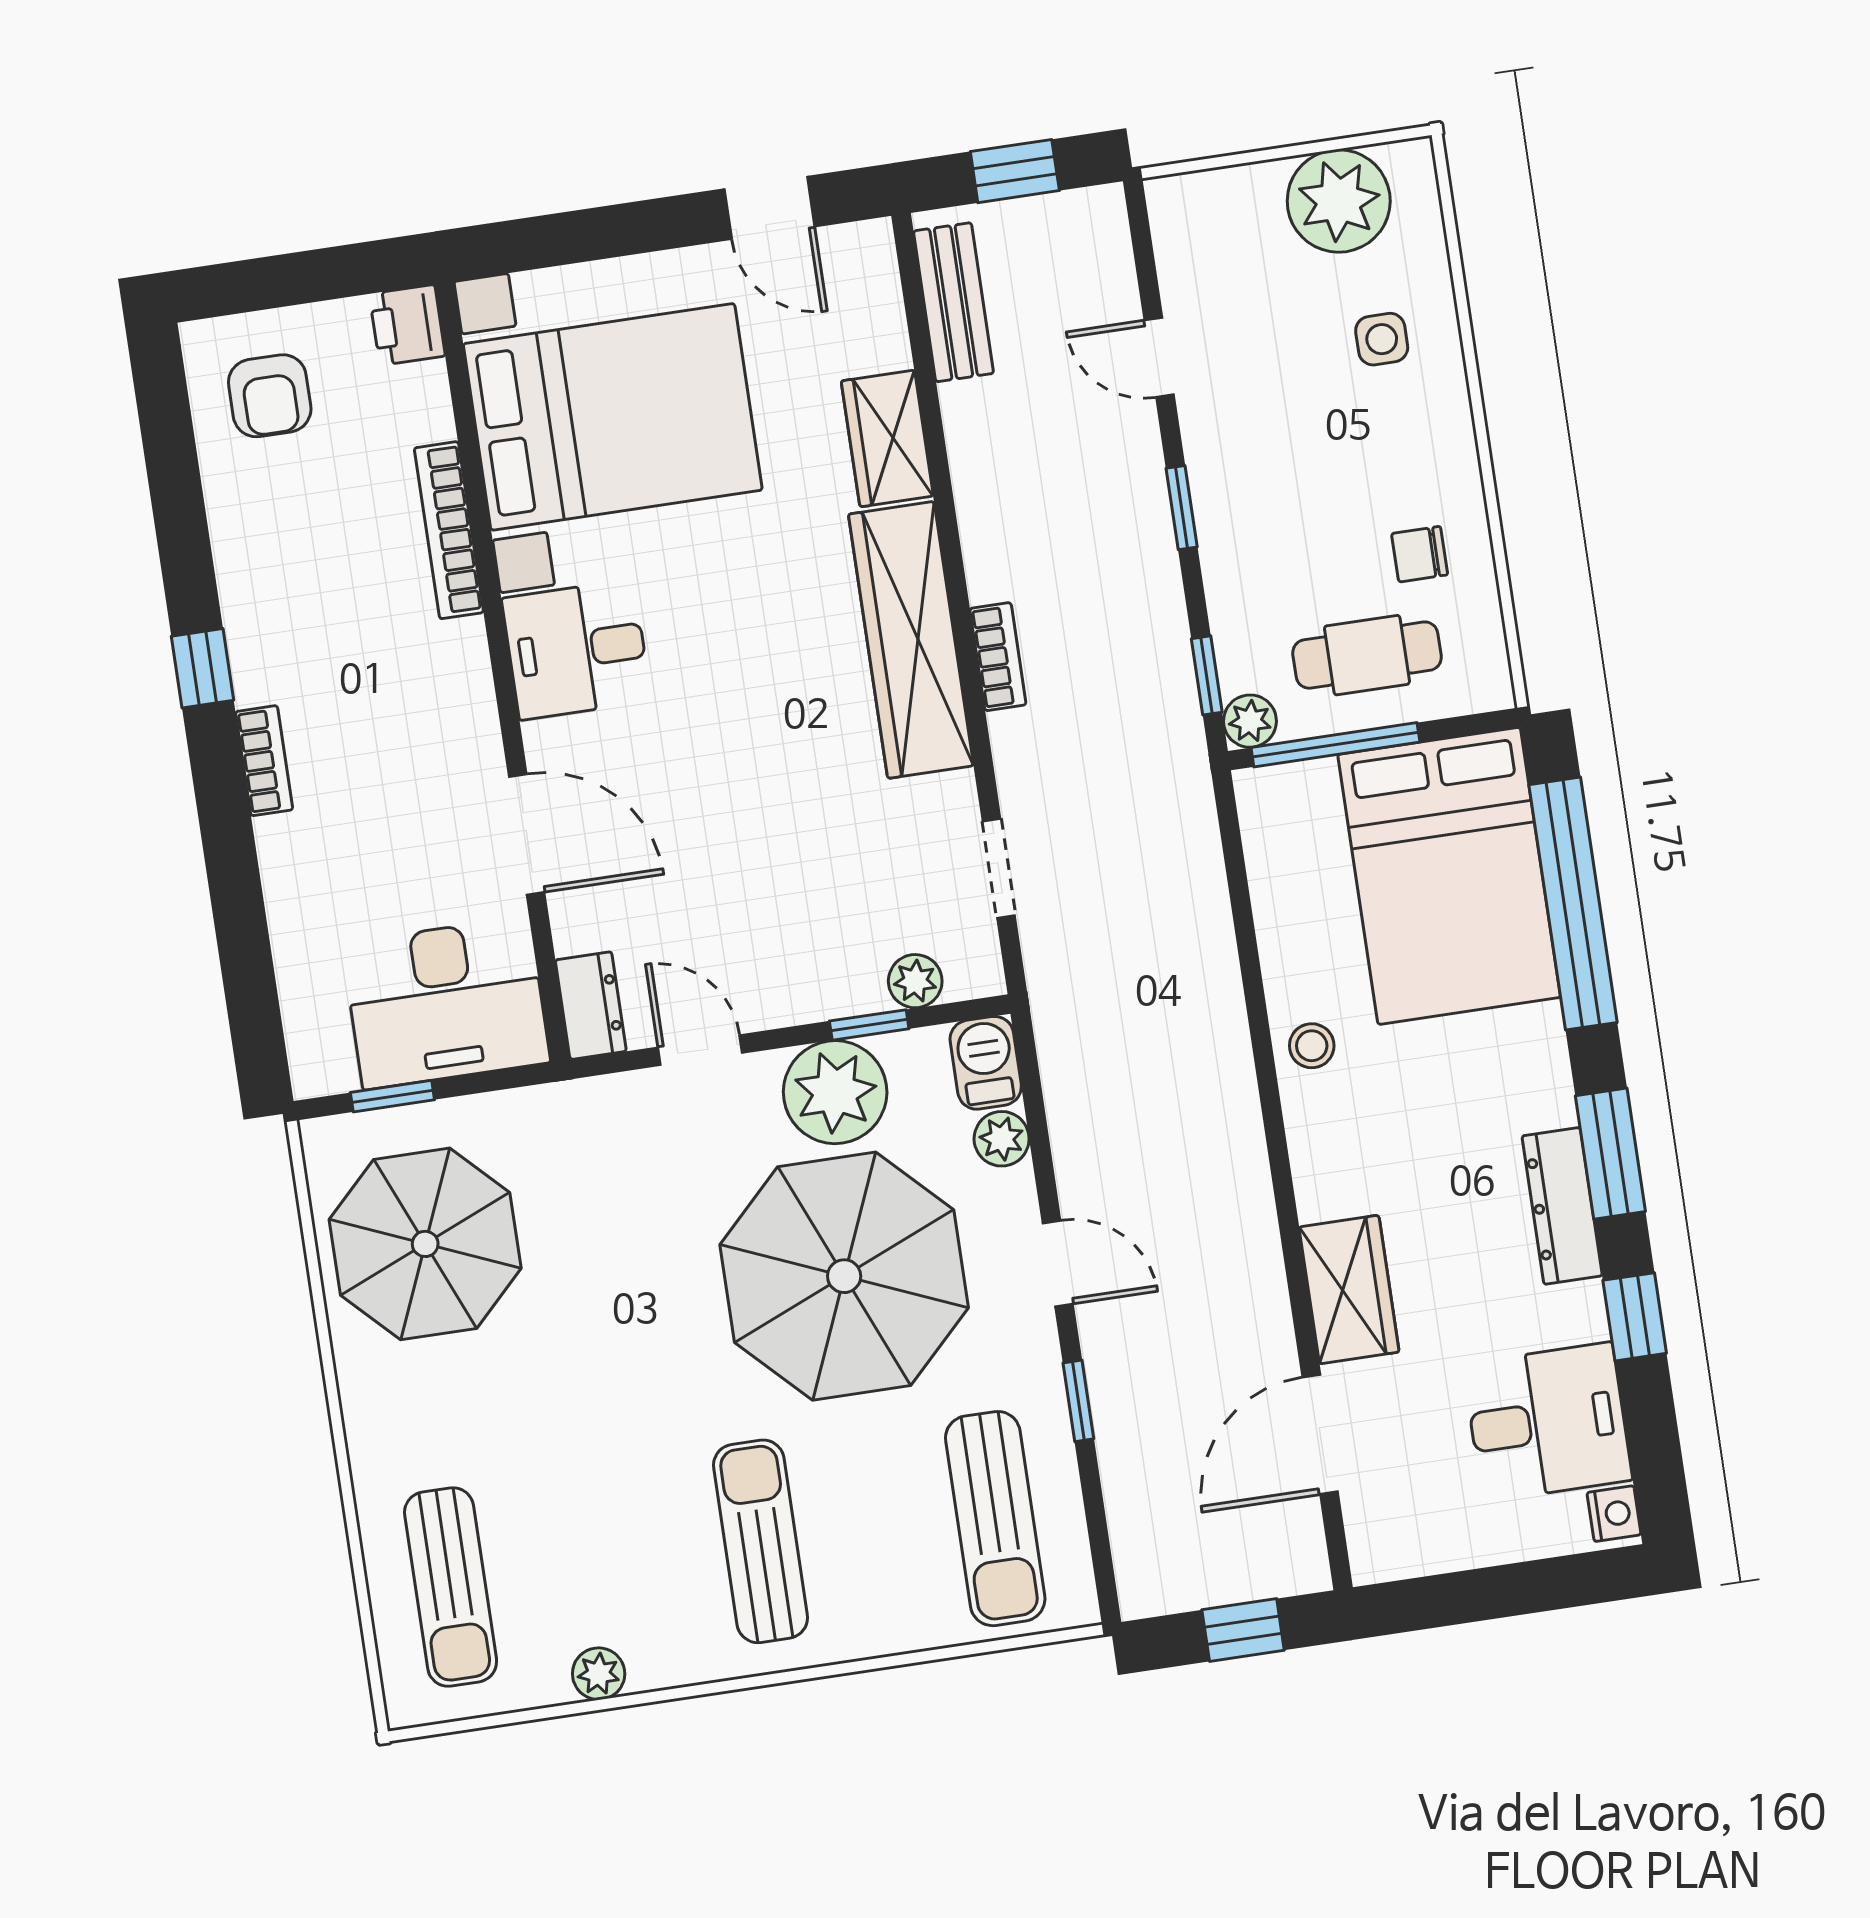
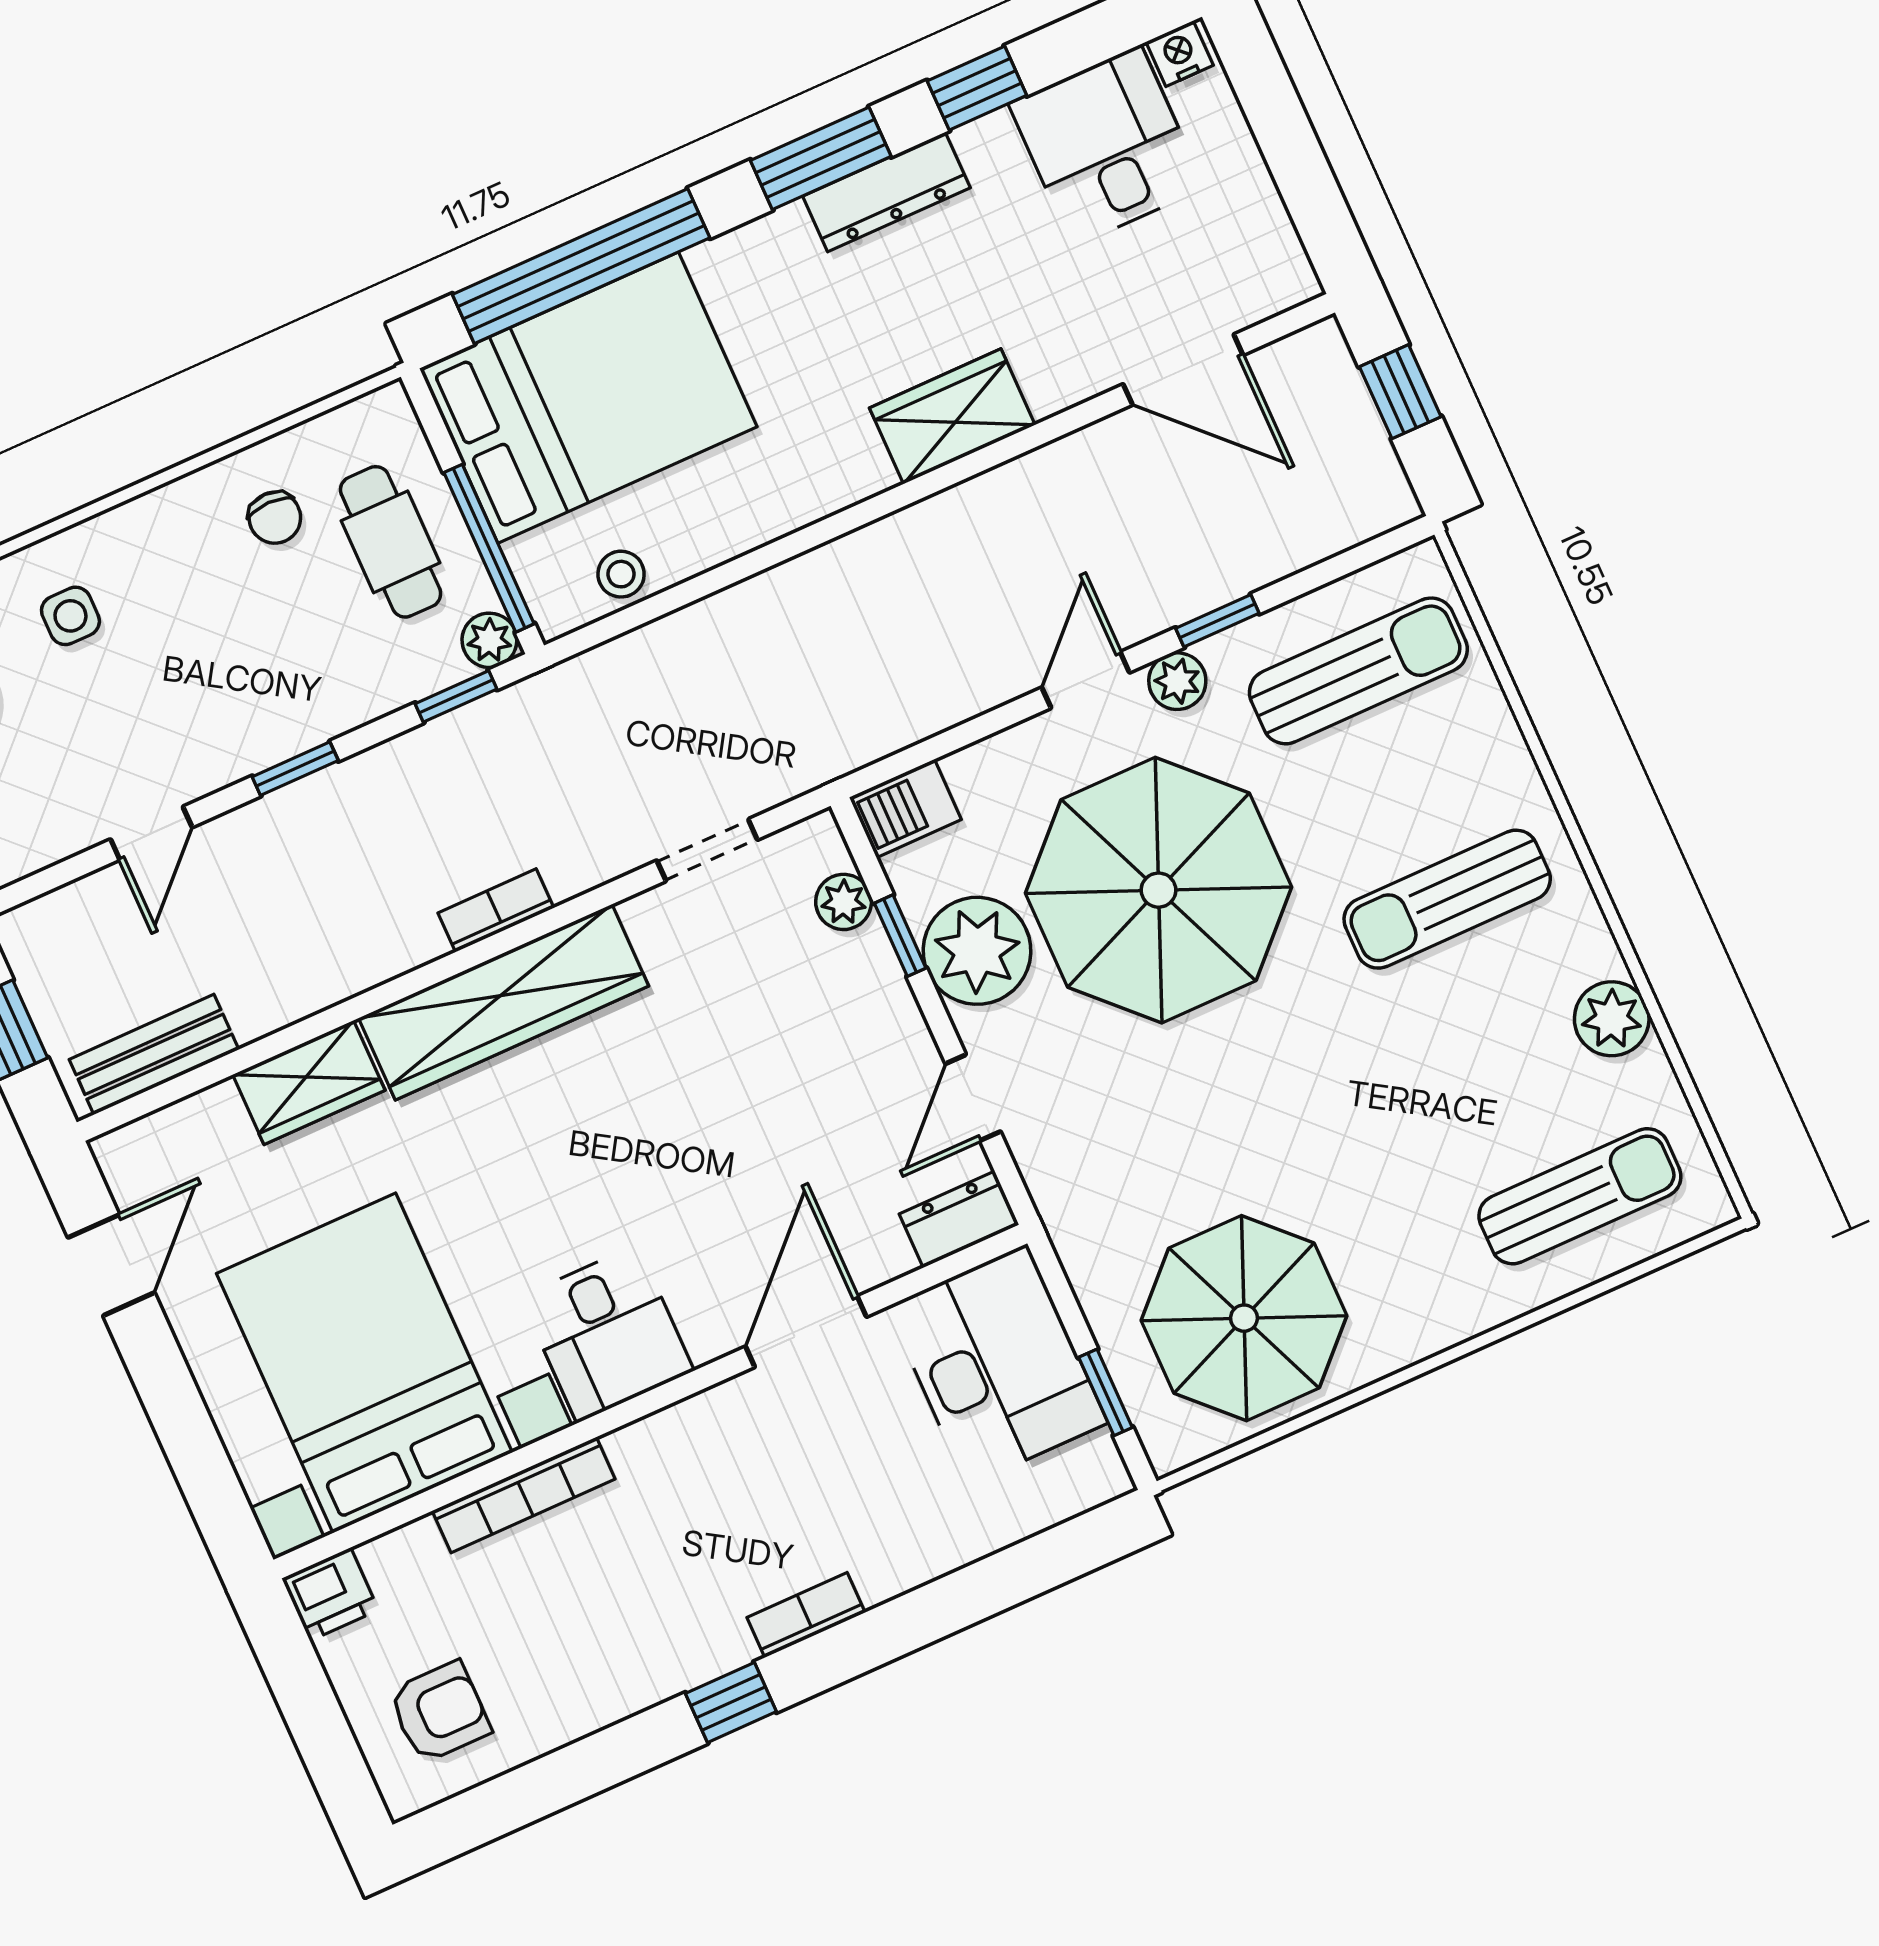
stool: (1312, 1046) -> (621, 574), moved
plant: (1002, 1139) -> (1177, 681), moved
wardrobe: (1349, 1290) -> (952, 416), moved
plant: (599, 1674) -> (1612, 1019), width x1.38, depth x1.38

